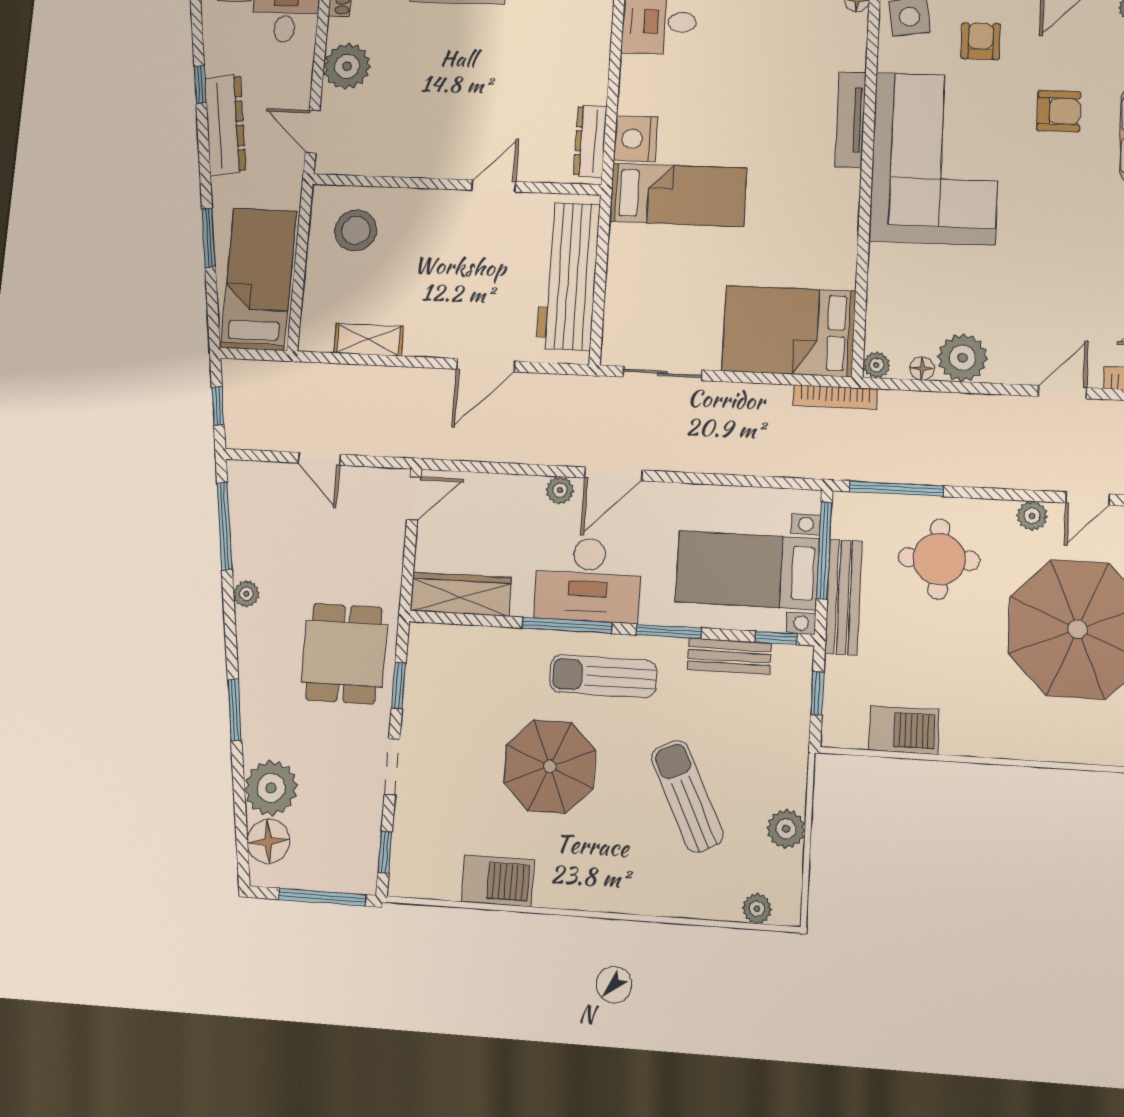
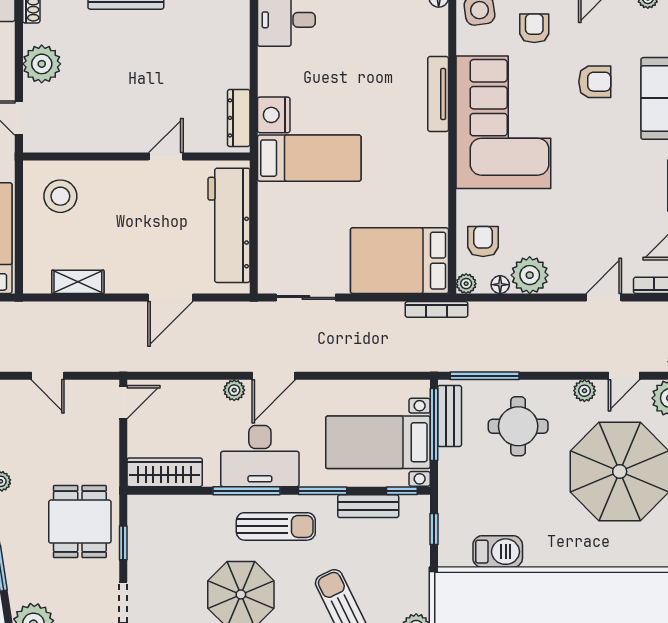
armchair: (901, 311) -> (483, 241), added
bench: (843, 597) -> (450, 416), moved, width x0.73
sun lounger: (603, 676) -> (276, 526), turned 180

